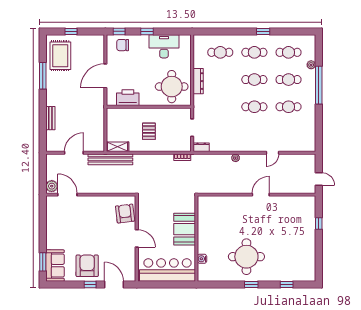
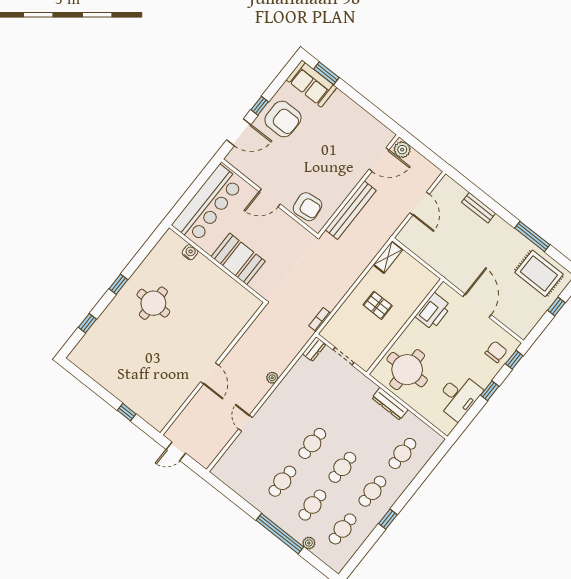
bench: (110, 159) -> (351, 210), moved
round table: (246, 257) -> (153, 303), width x0.73, depth x0.73

